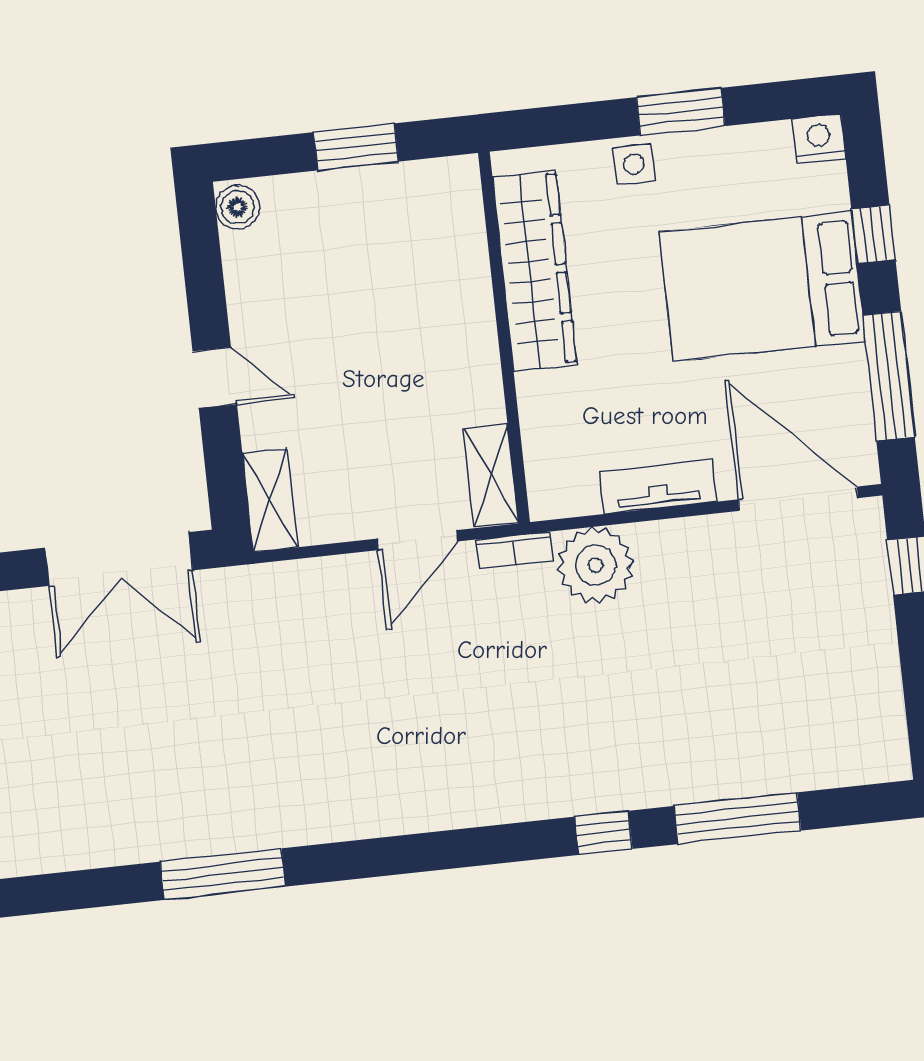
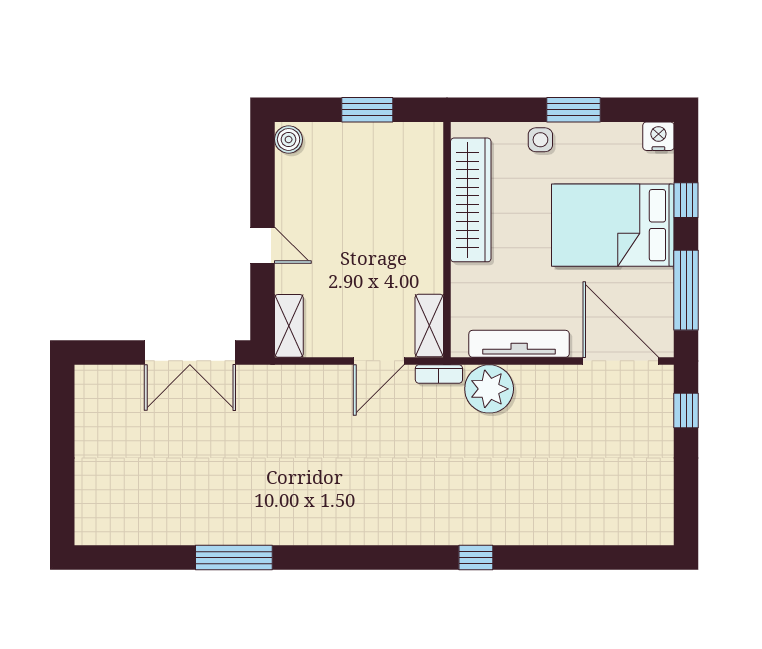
tv unit: (658, 487) -> (519, 344), width x1.41
window: (738, 818) -> (561, 558), removed

